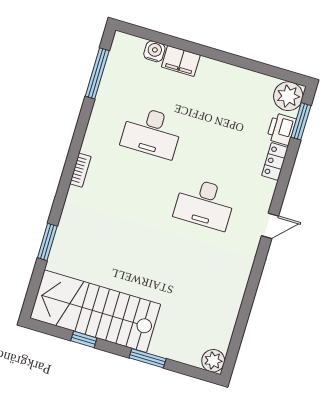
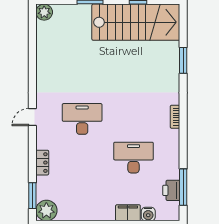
printer: (281, 129) -> (171, 190), moved, turned 180

